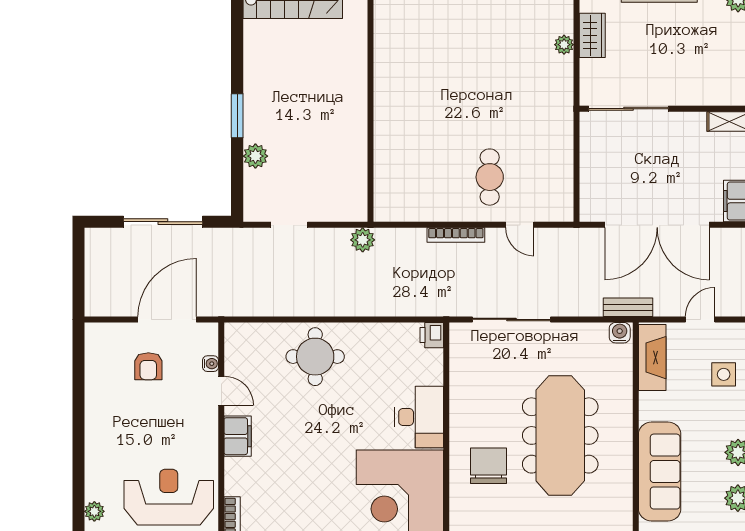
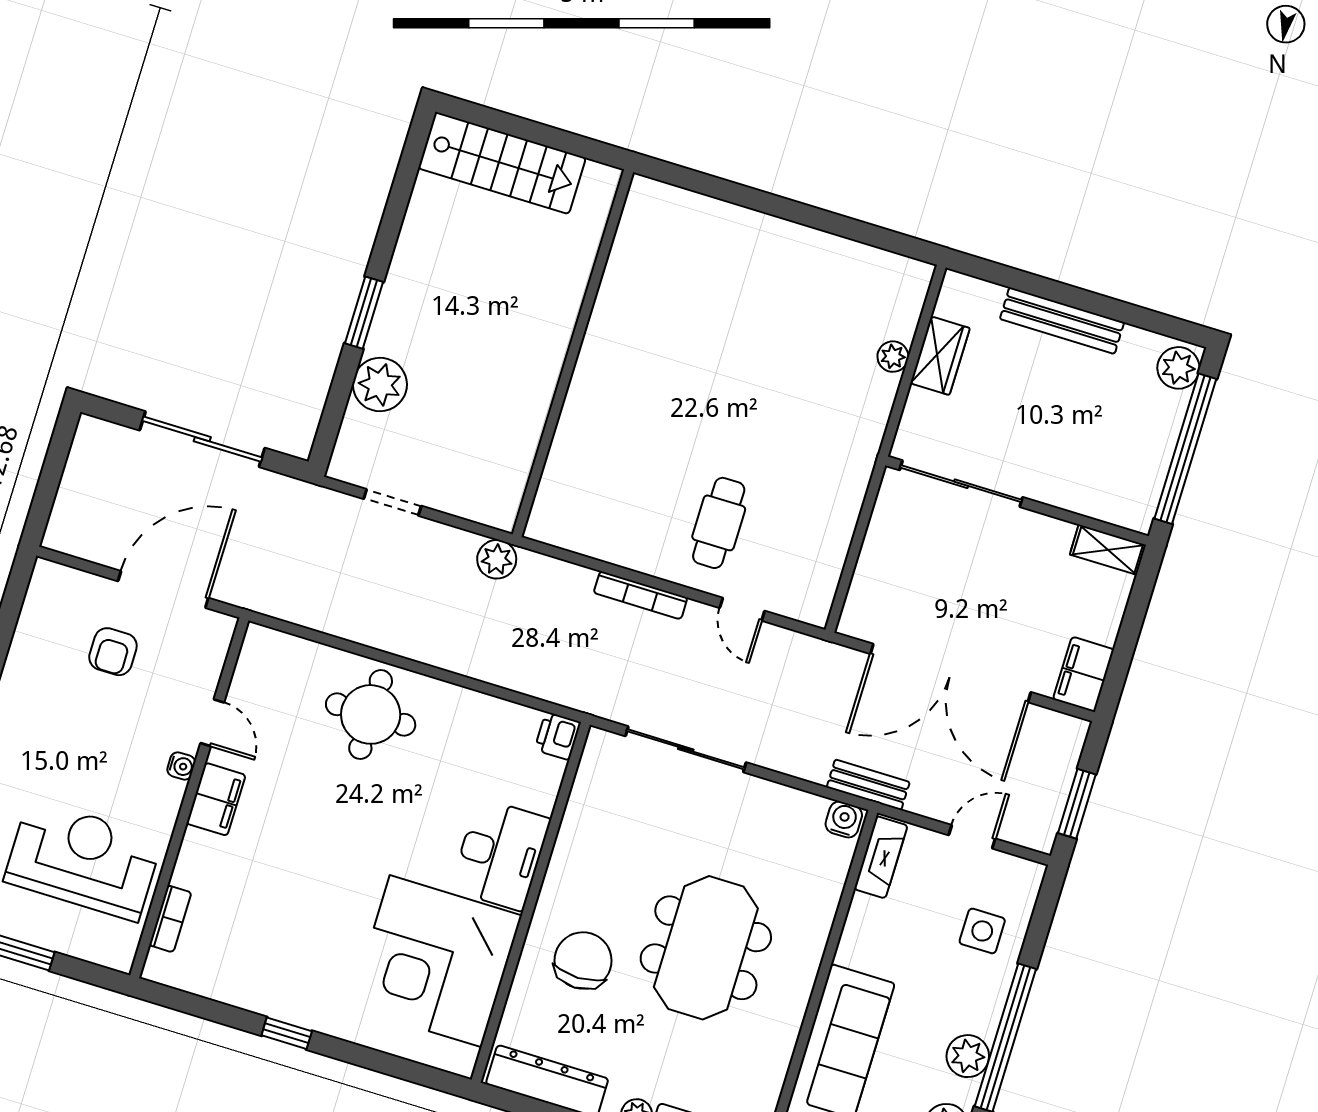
plant: (255, 156) -> (380, 385), width x1.36, depth x1.36
fireplace: (652, 358) -> (881, 857), width x0.73, depth x0.76
water cooler: (211, 364) -> (181, 766), moved
meeting table: (560, 435) -> (706, 948), width x0.73

